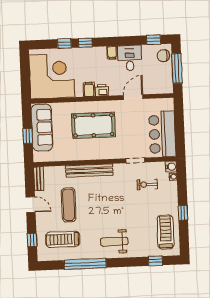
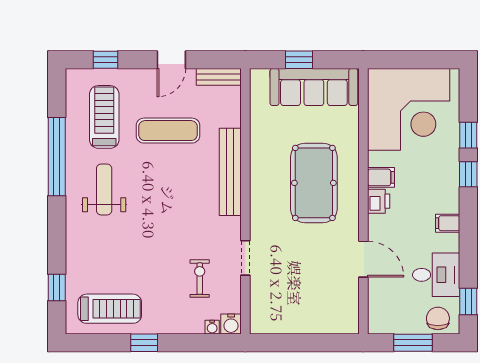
desk: (130, 58) -> (436, 275), moved
window: (177, 69) -> (413, 343), width x0.69
bar counter: (162, 134) -> (292, 310), removed
weight bench: (114, 242) -> (104, 189), moved

